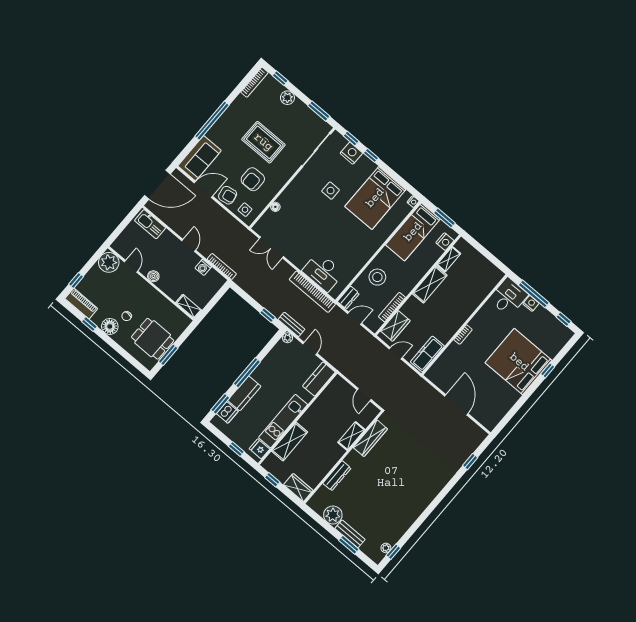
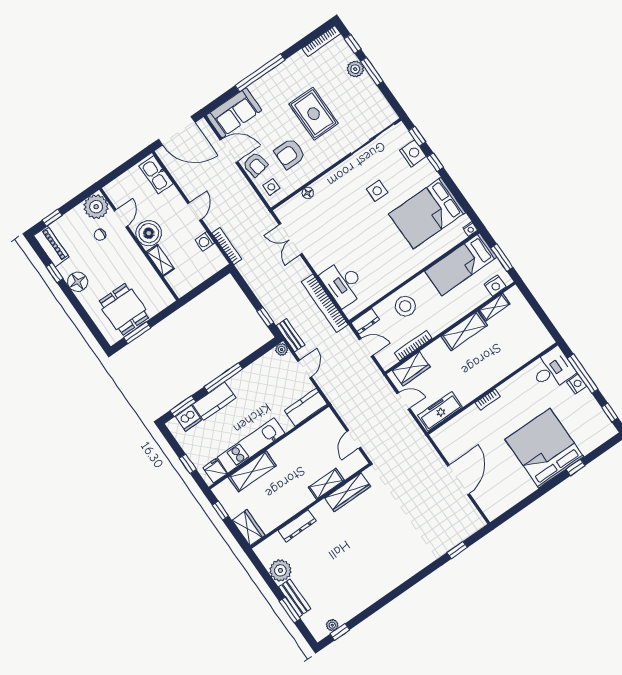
window: (319, 111) -> (372, 71), moved
boiler: (153, 276) -> (149, 233), width x1.86, depth x1.86
shelving: (189, 306) -> (160, 260), moved
chair: (127, 316) -> (100, 235), moved

